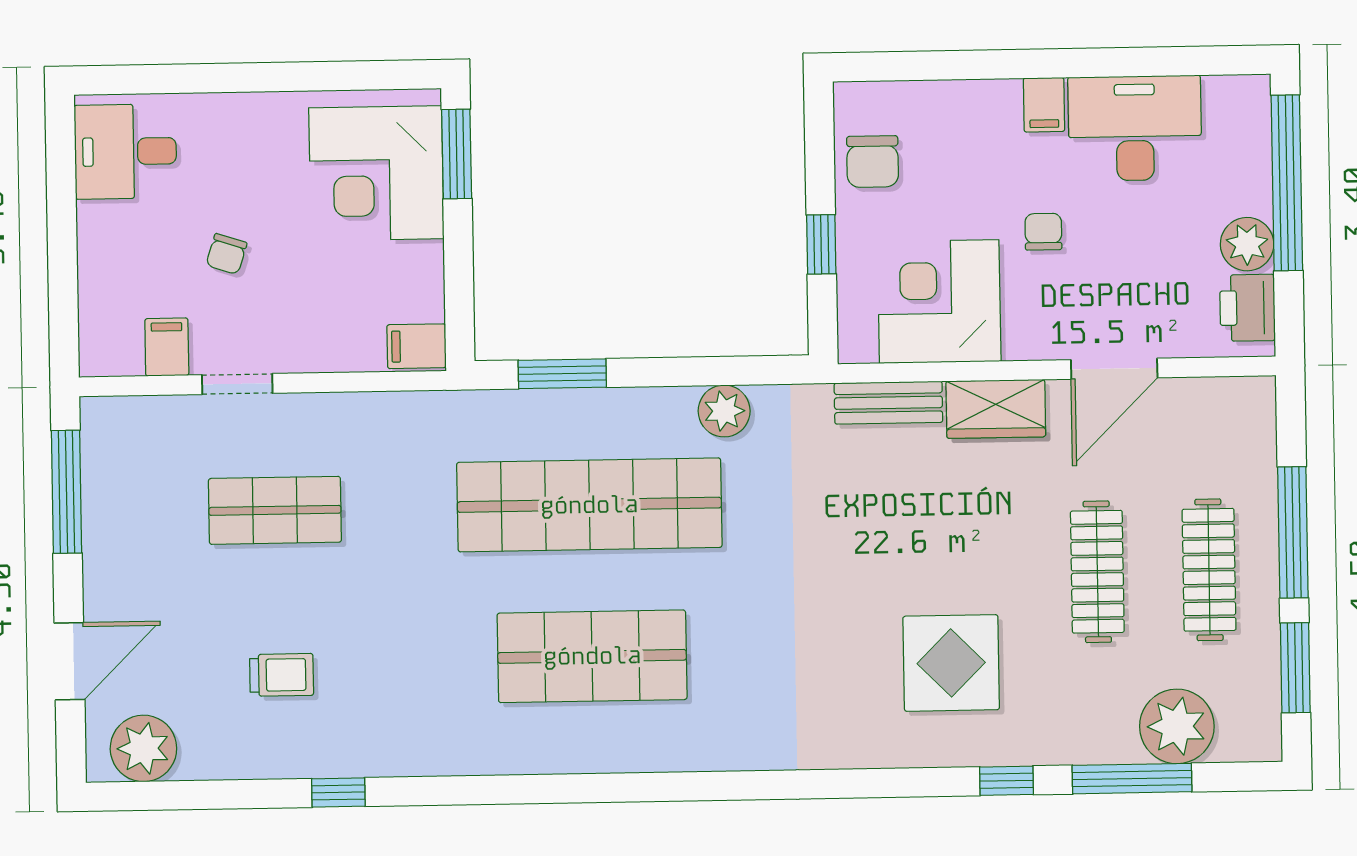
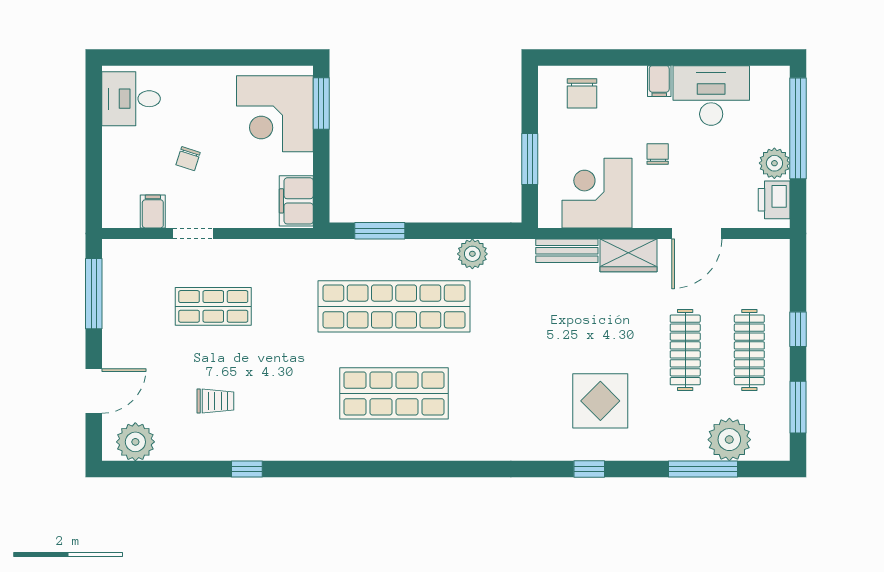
chair: (873, 162) -> (582, 93), moved
window: (821, 244) -> (530, 159), width x1.50
filing cabinet: (417, 346) -> (296, 201), width x2.00
window: (1293, 532) -> (798, 329), width x0.46
window: (1006, 781) -> (589, 469), moved

